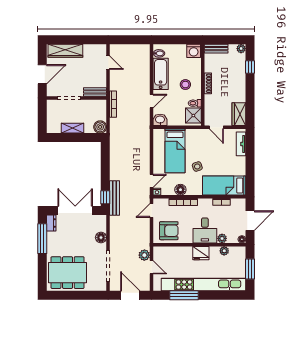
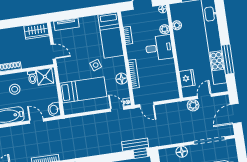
door: (216, 127) -> (53, 52), hinge flipped
bench: (115, 198) -> (135, 145), width x0.73
armchair: (169, 231) -> (165, 84), removed
fridge: (201, 253) -> (187, 78), moved

